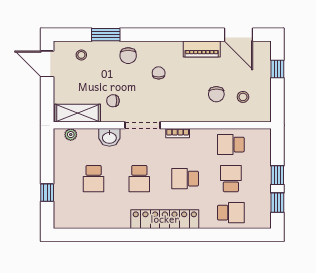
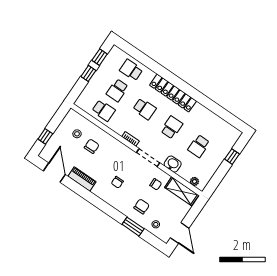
chair: (128, 56) -> (142, 206), moved
school desk: (94, 179) -> (199, 146), turned 180

